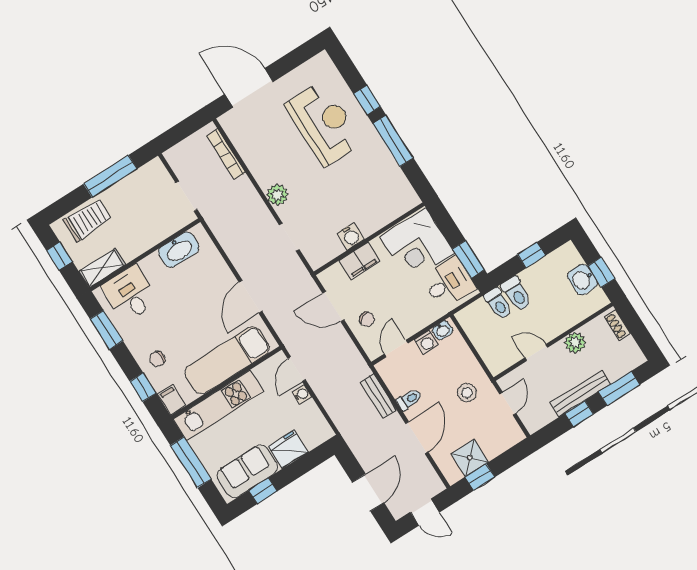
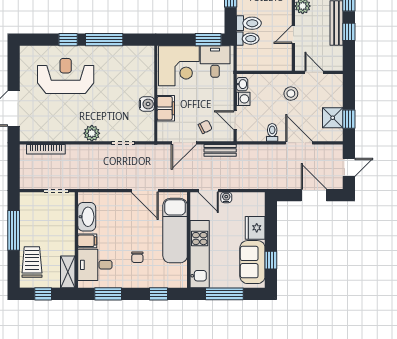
chair: (157, 359) -> (137, 257), moved
bench: (378, 396) -> (220, 150), moved
filing cabinet: (172, 400) -> (87, 241), moved, turned 180

